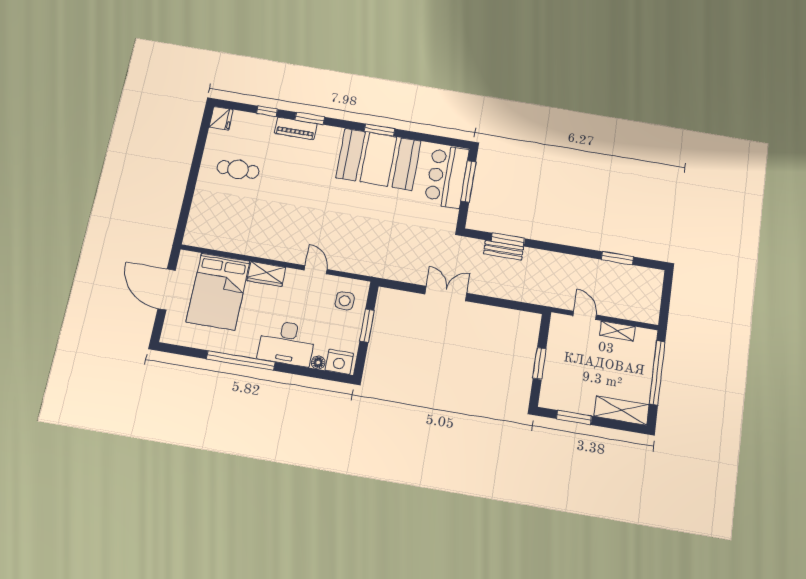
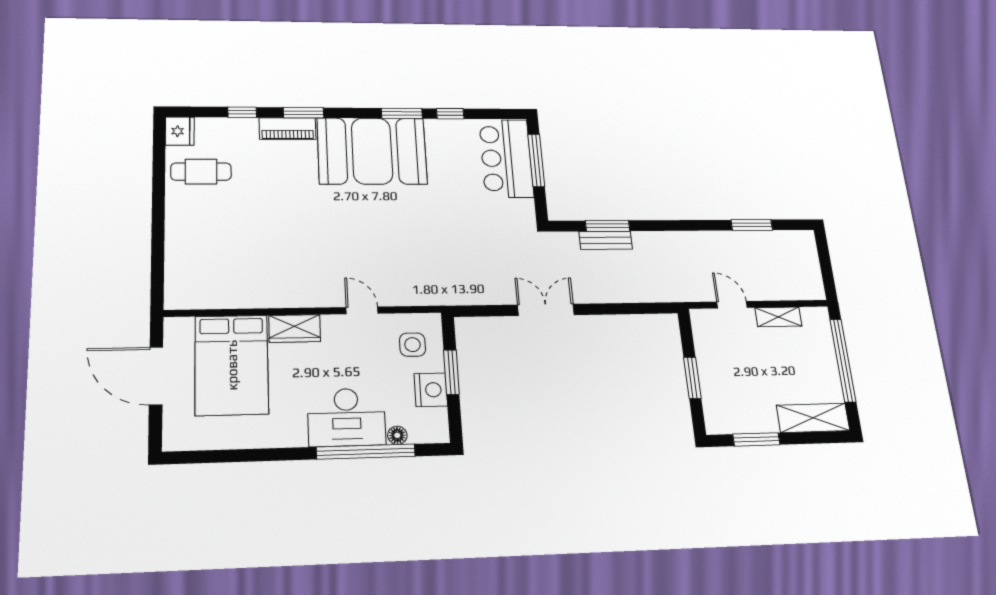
window: (414, 136) -> (450, 114), added
booth: (378, 159) -> (372, 151), moved
cafe table: (238, 169) -> (201, 172), moved
window: (241, 361) -> (366, 452), moved
nightstand: (339, 362) -> (431, 390), moved, turned -90

